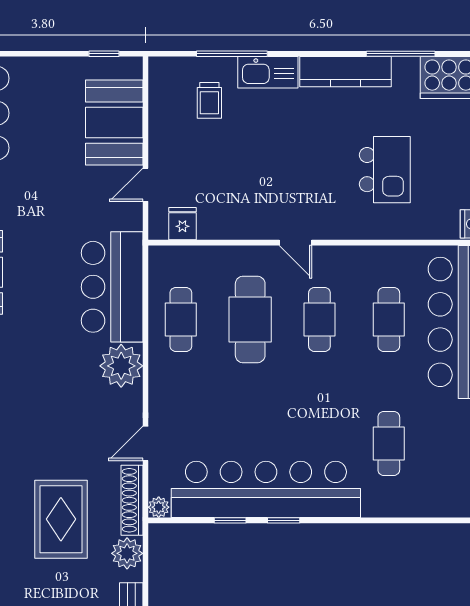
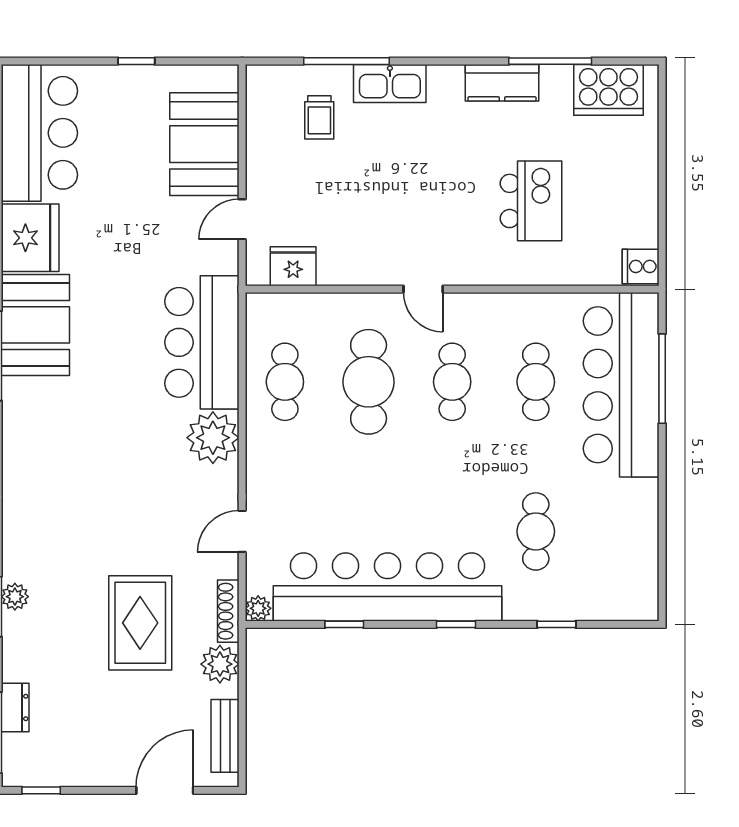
window: (104, 54) -> (136, 61), moved
kitchen counter: (346, 72) -> (502, 83), width x0.67
fridge: (182, 224) -> (293, 266), width x1.38
shoe rack: (132, 500) -> (228, 611), width x0.74, depth x0.81
window: (284, 520) -> (456, 624), moved
window: (406, 520) -> (557, 624), added

